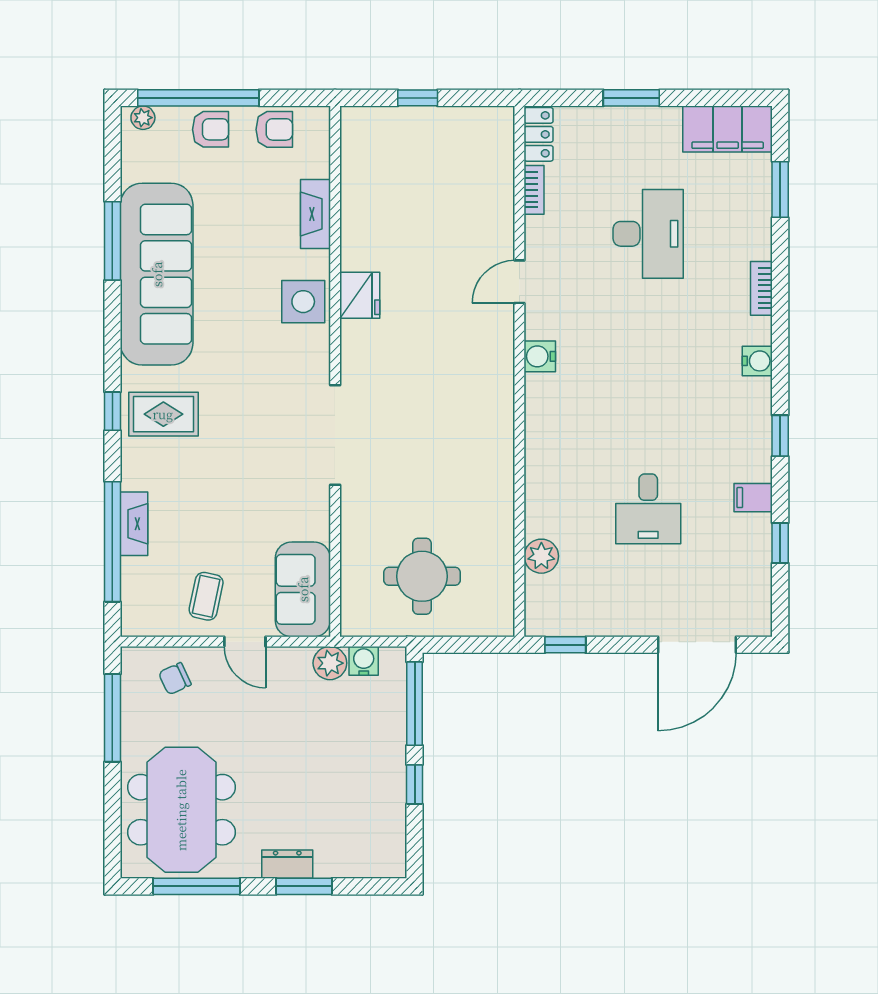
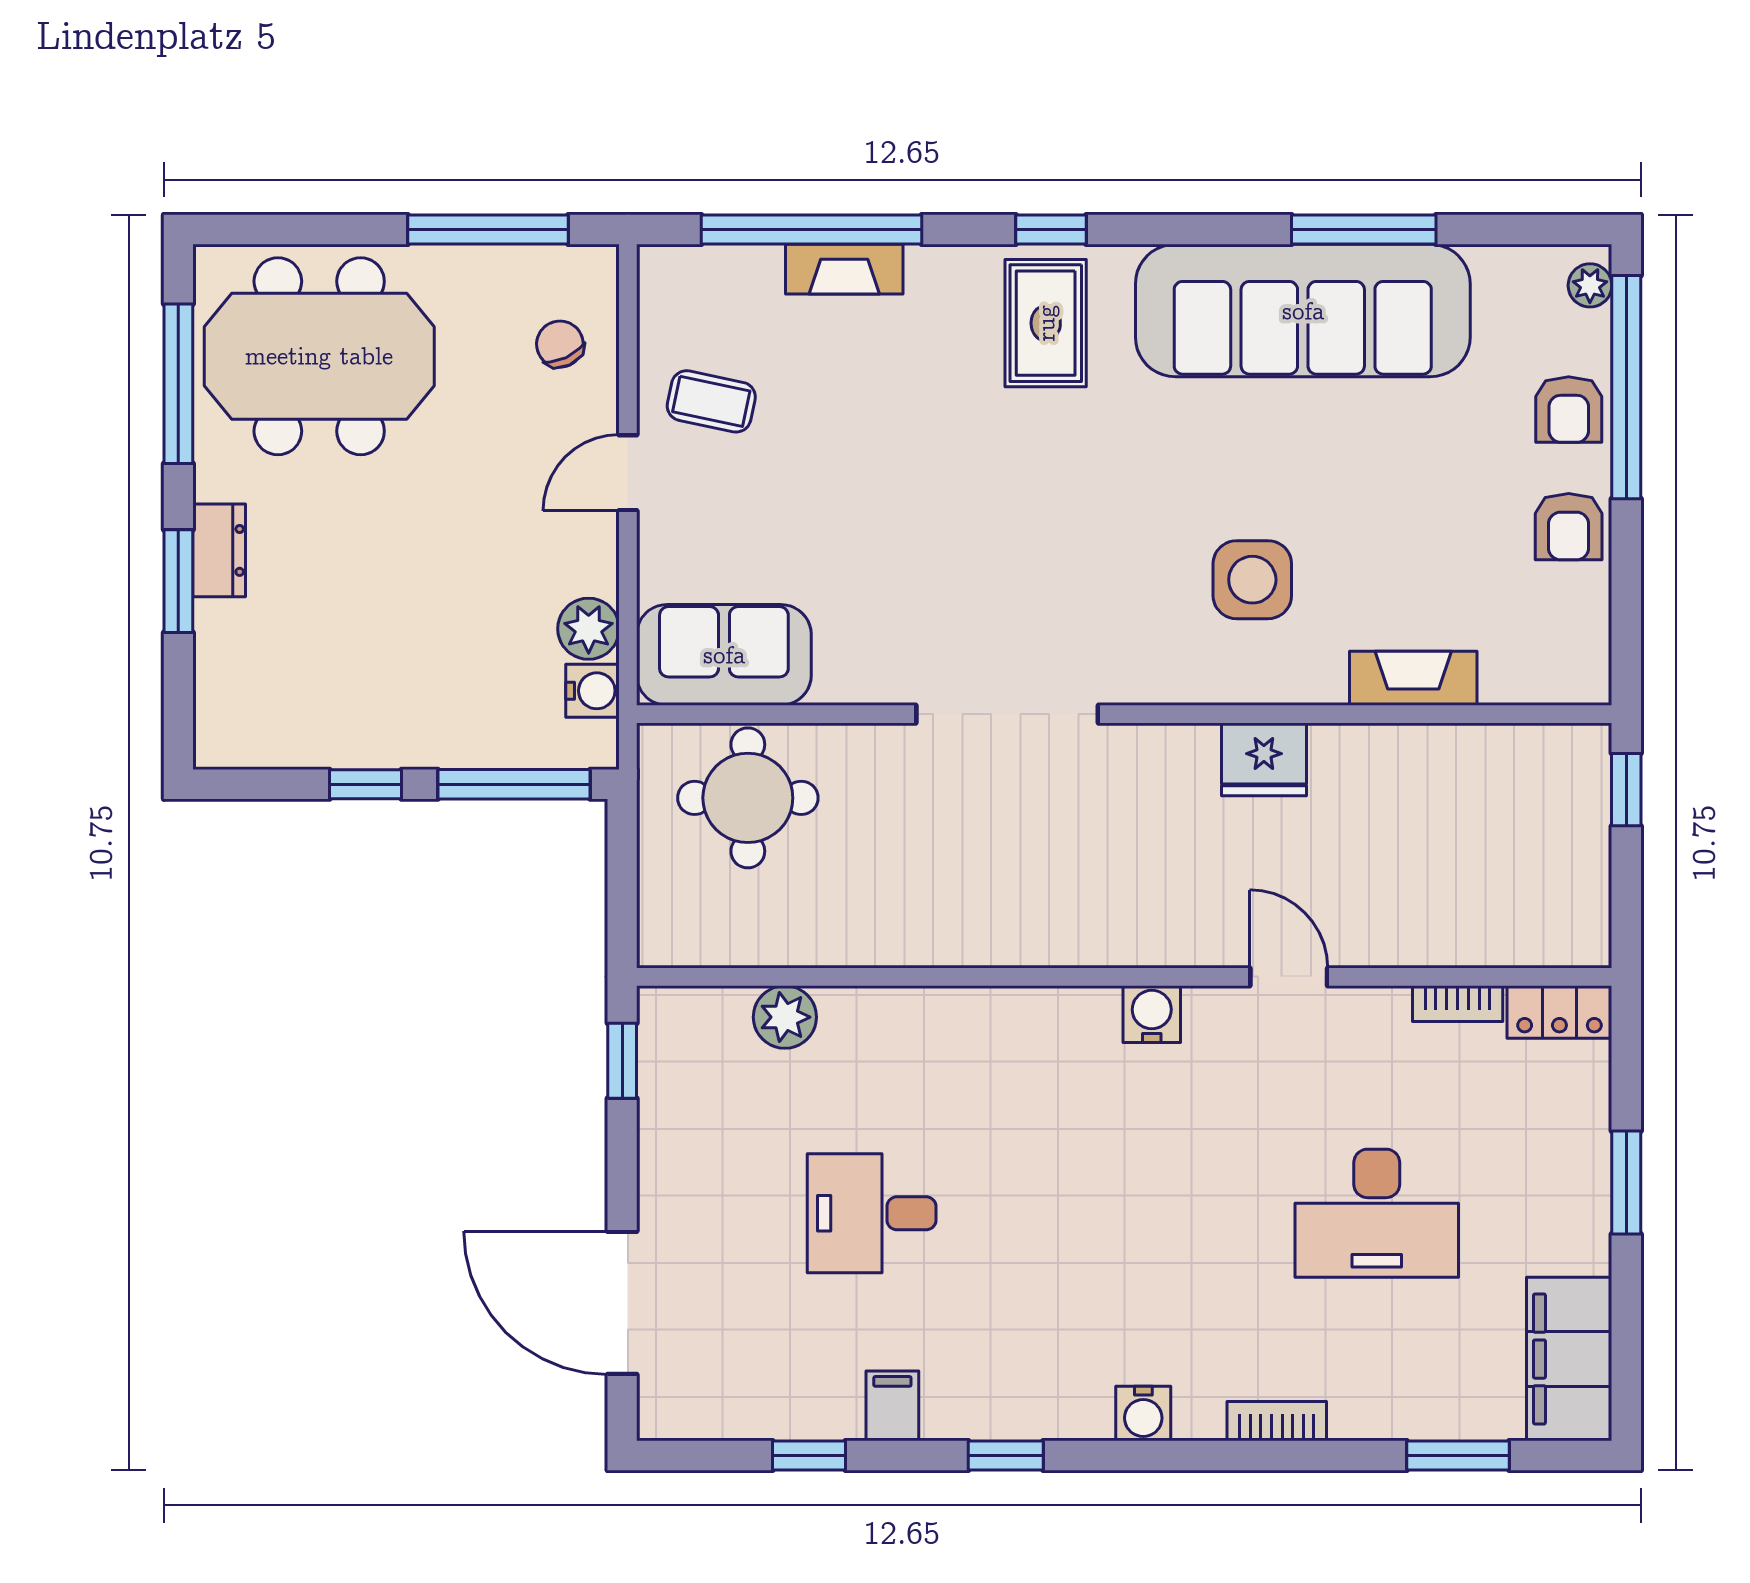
fireplace: (315, 214) -> (1413, 678), moved
fridge: (360, 295) -> (1264, 759), moved
wall: (335, 371) -> (1124, 714), moved
doorway: (335, 435) -> (1007, 714), moved
sofa: (303, 589) -> (724, 655), moved

